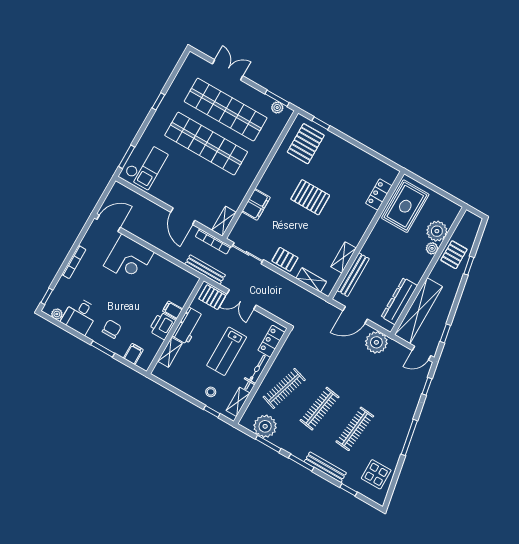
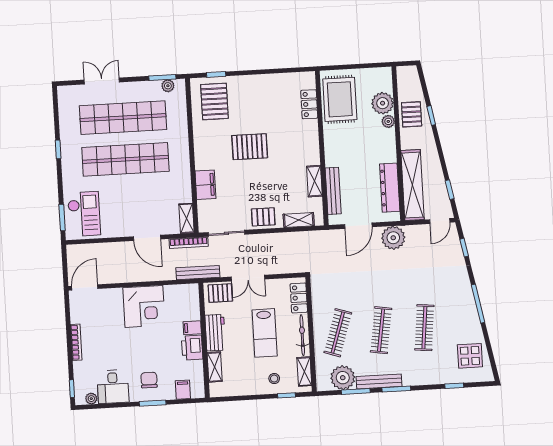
corner desk: (129, 259) -> (144, 306), moved
bench: (325, 467) -> (379, 381), moved

